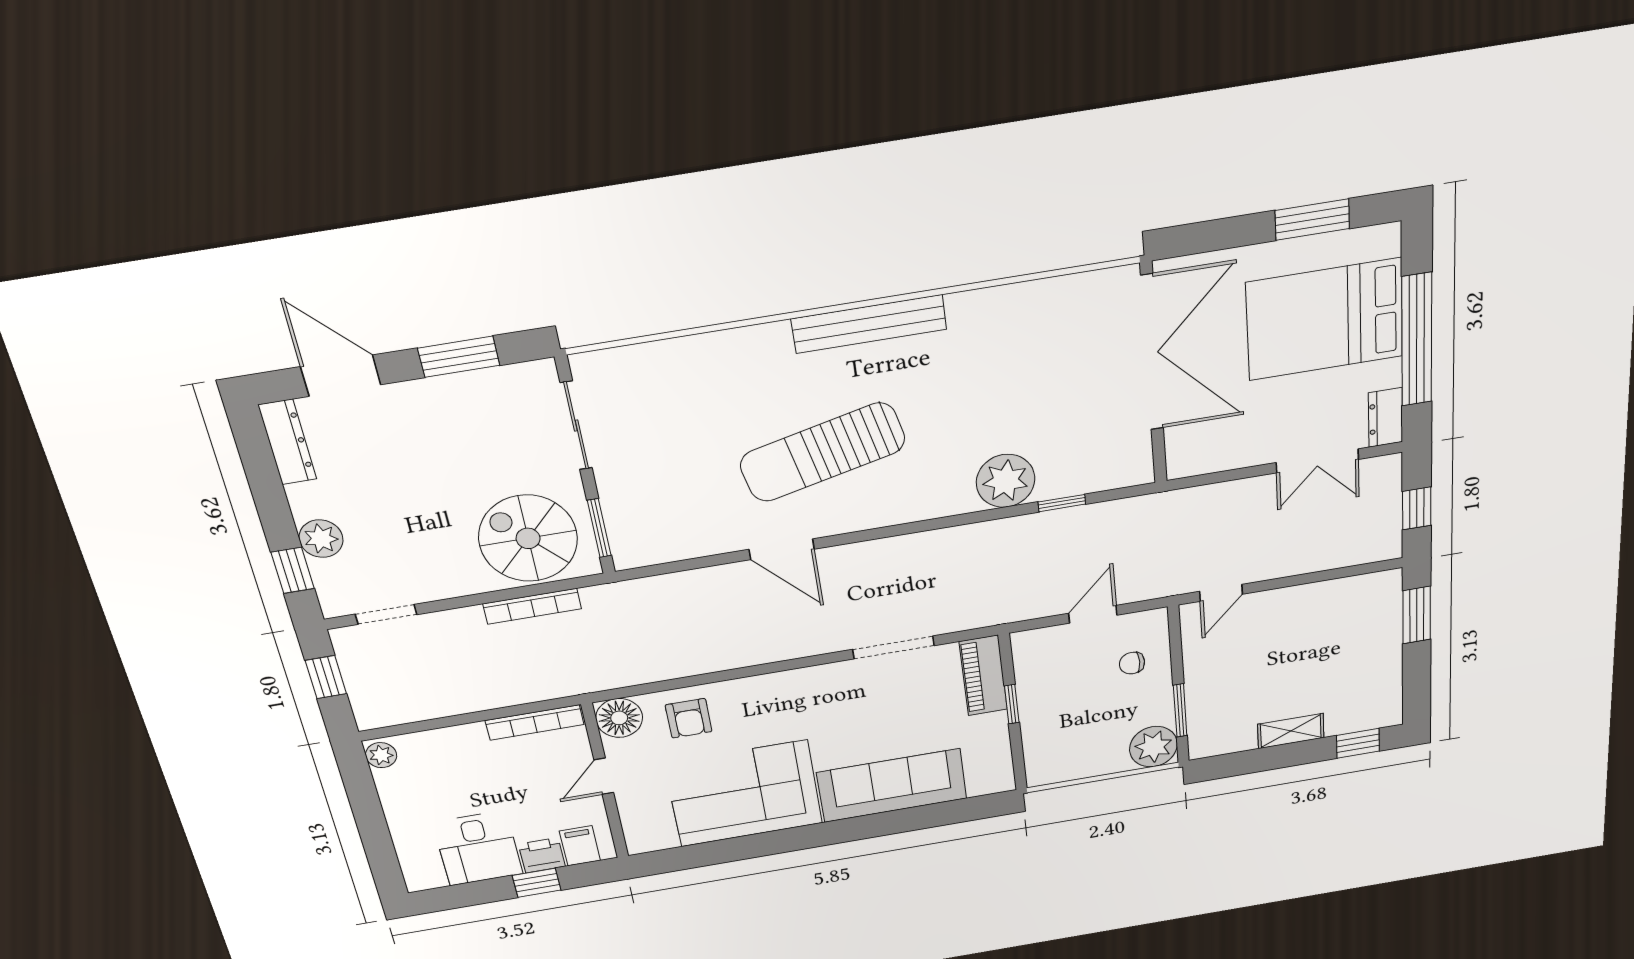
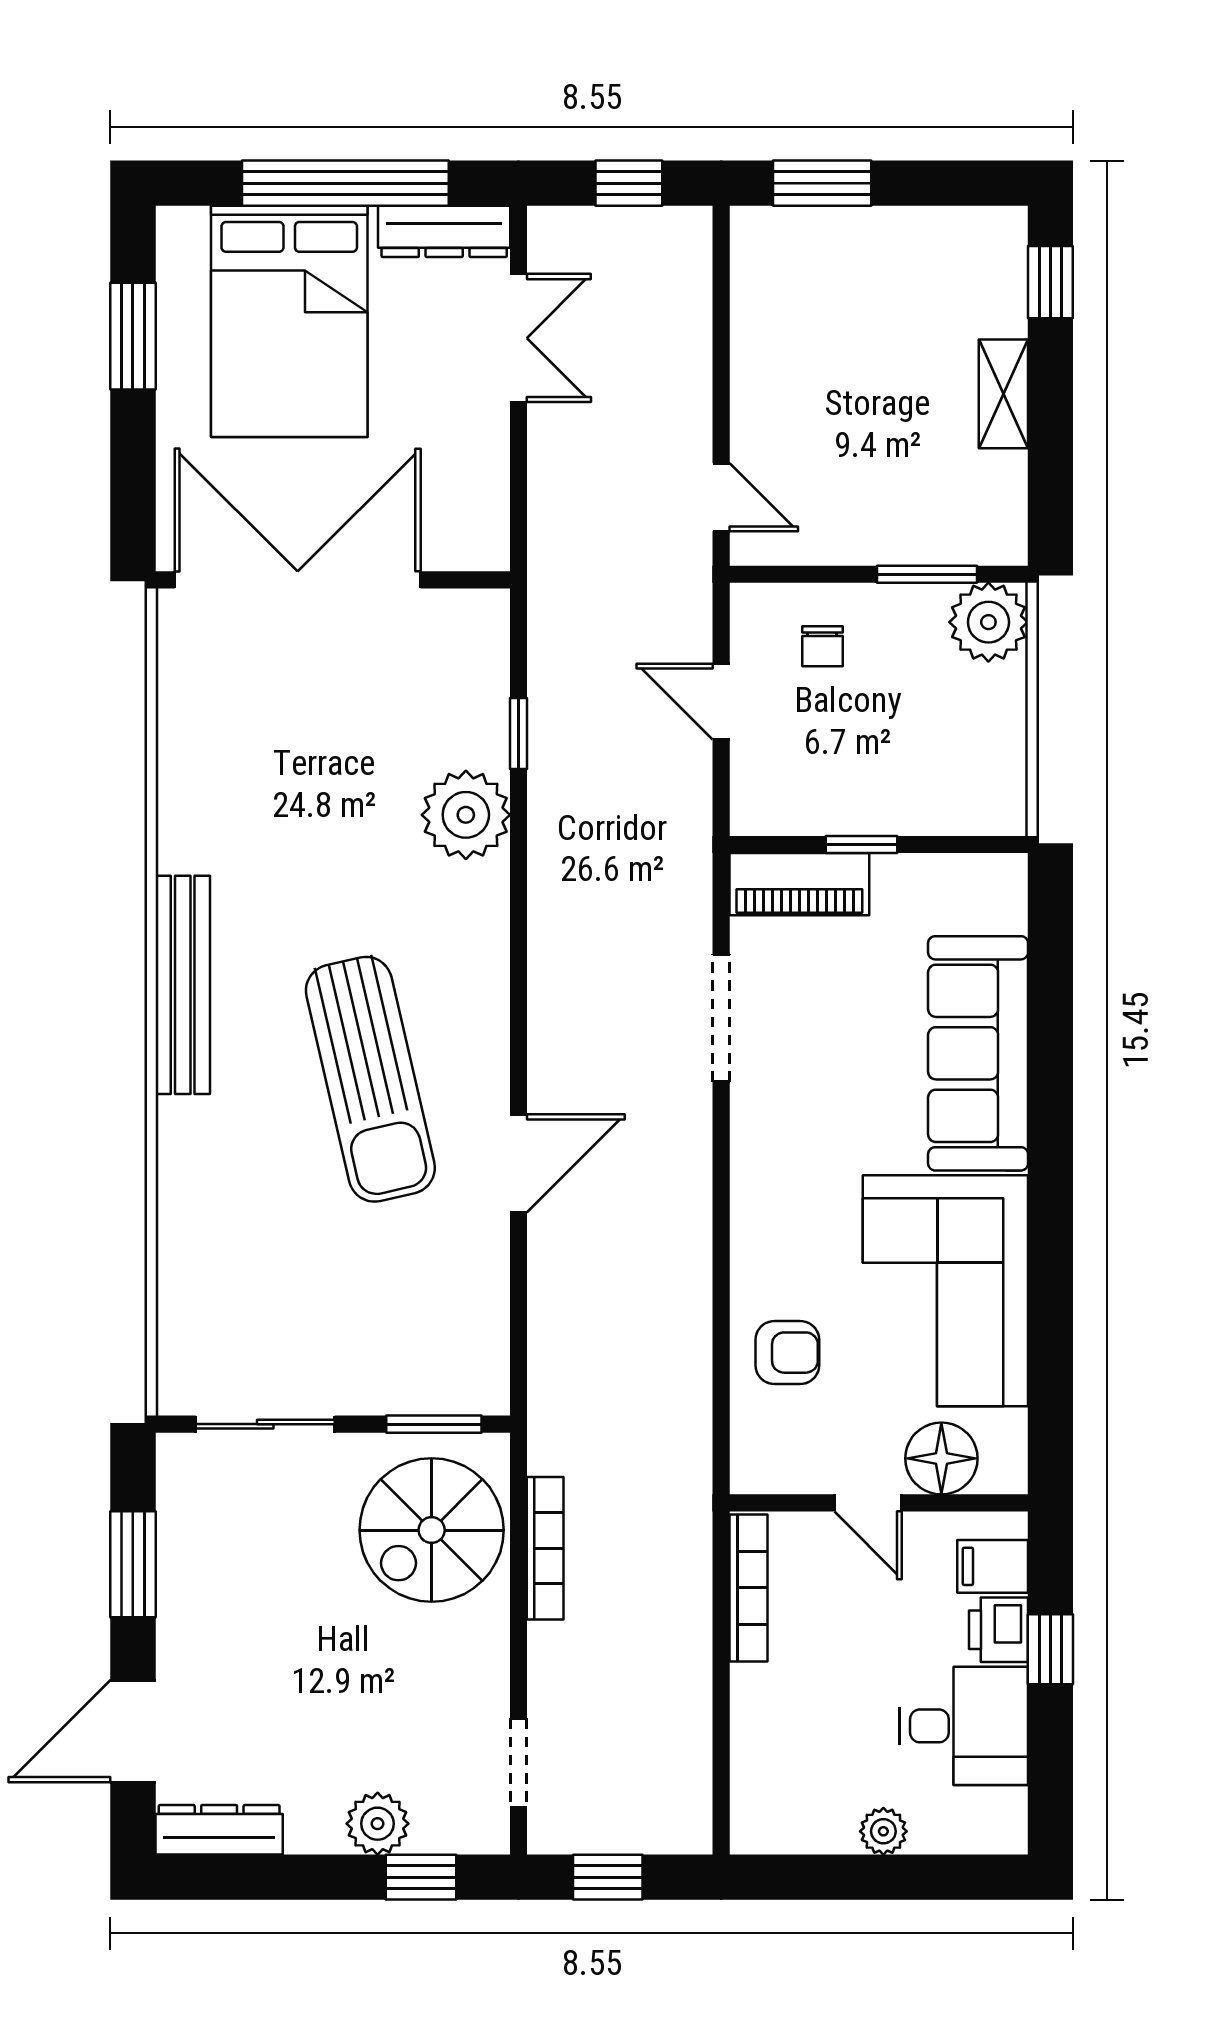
dresser: (1385, 417) -> (444, 231), width x1.44
floor lamp: (619, 718) -> (941, 1458), moved
plant: (381, 755) -> (883, 1831), moved

